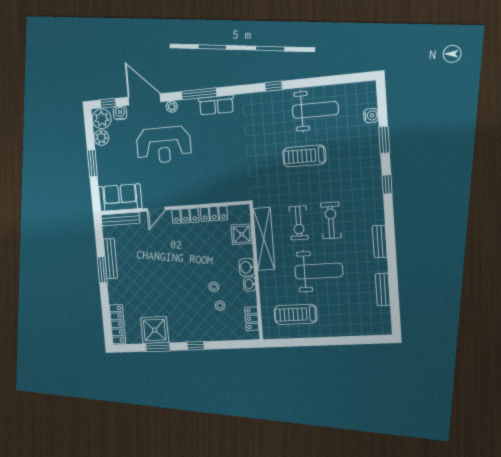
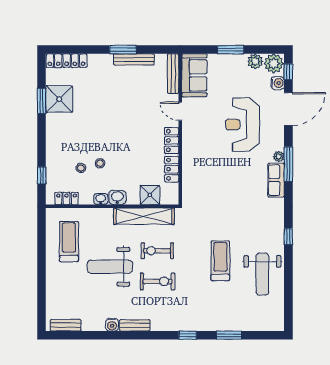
plant: (172, 107) -> (279, 156), moved
water cooler: (371, 115) -> (112, 325), moved
weight bench: (319, 271) -> (110, 267), turned 90
bench: (383, 289) -> (66, 325), moved
window: (196, 346) -> (42, 175), moved

